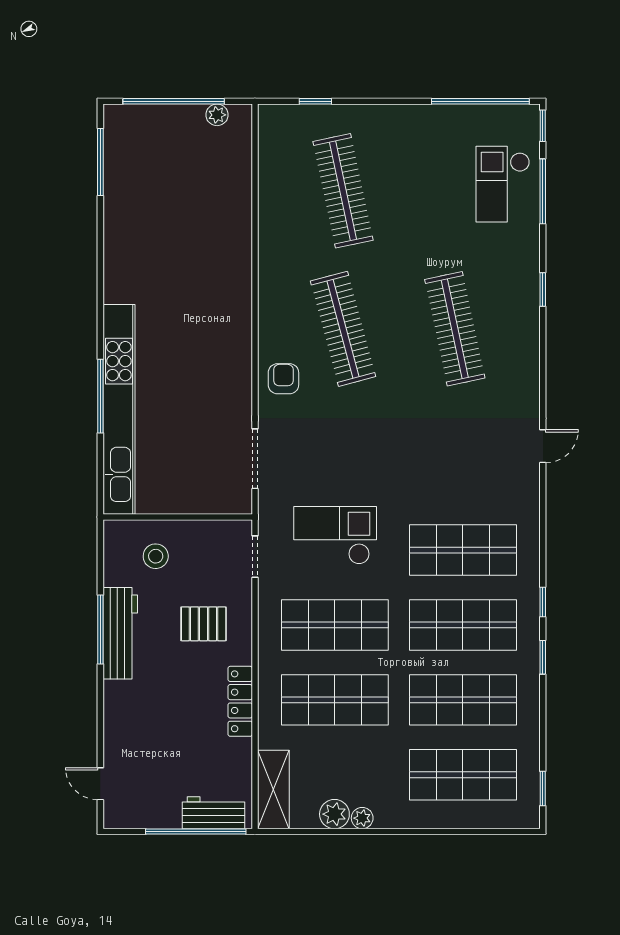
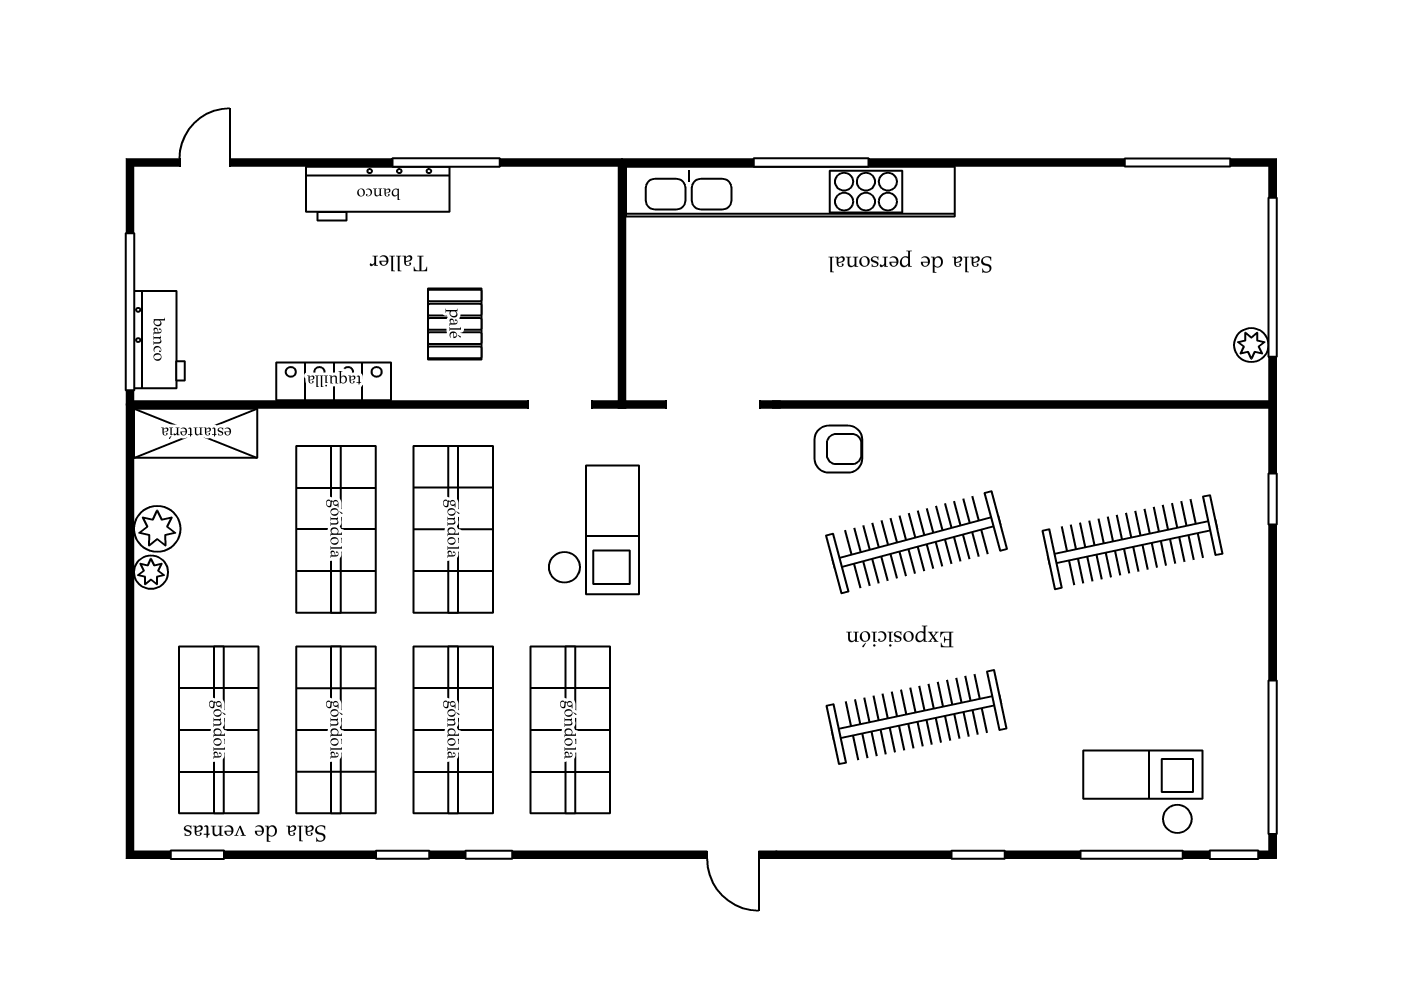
stool: (156, 556) -> (561, 249), removed
workbench: (120, 633) -> (378, 194), moved

